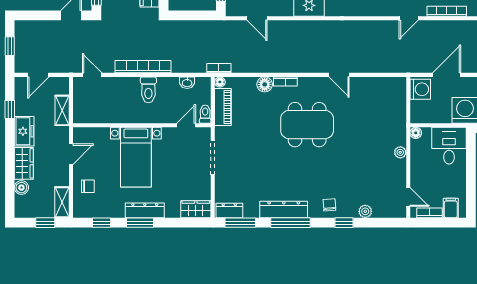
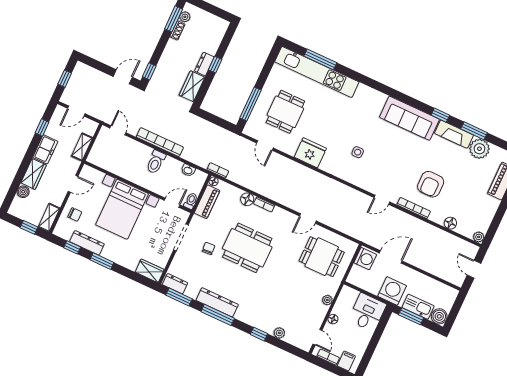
door: (339, 75) -> (308, 218), hinge flipped
dining table: (373, 109) -> (322, 257), added
dining table: (307, 125) -> (247, 248), moved
floor lamp: (416, 133) -> (333, 319), moved
bed with nightstands: (136, 157) -> (122, 209), width x1.36
chair: (329, 205) -> (209, 248), moved
dresser: (145, 210) -> (87, 243), moved

